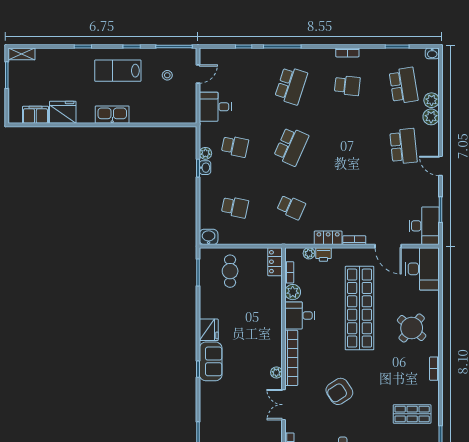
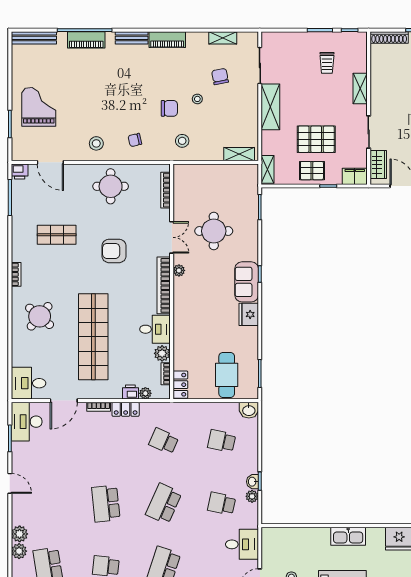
school desk: (403, 146) -> (106, 504), moved
door: (388, 246) -> (64, 401), swing flipped
desk: (422, 269) -> (28, 383), width x0.73
cafe table: (230, 271) -> (227, 375), width x1.37, depth x1.35
armchair: (339, 391) -> (114, 251), turned -147
round table: (243, 411) -> (214, 231), added
shop shelf: (412, 414) -> (57, 235), moved

